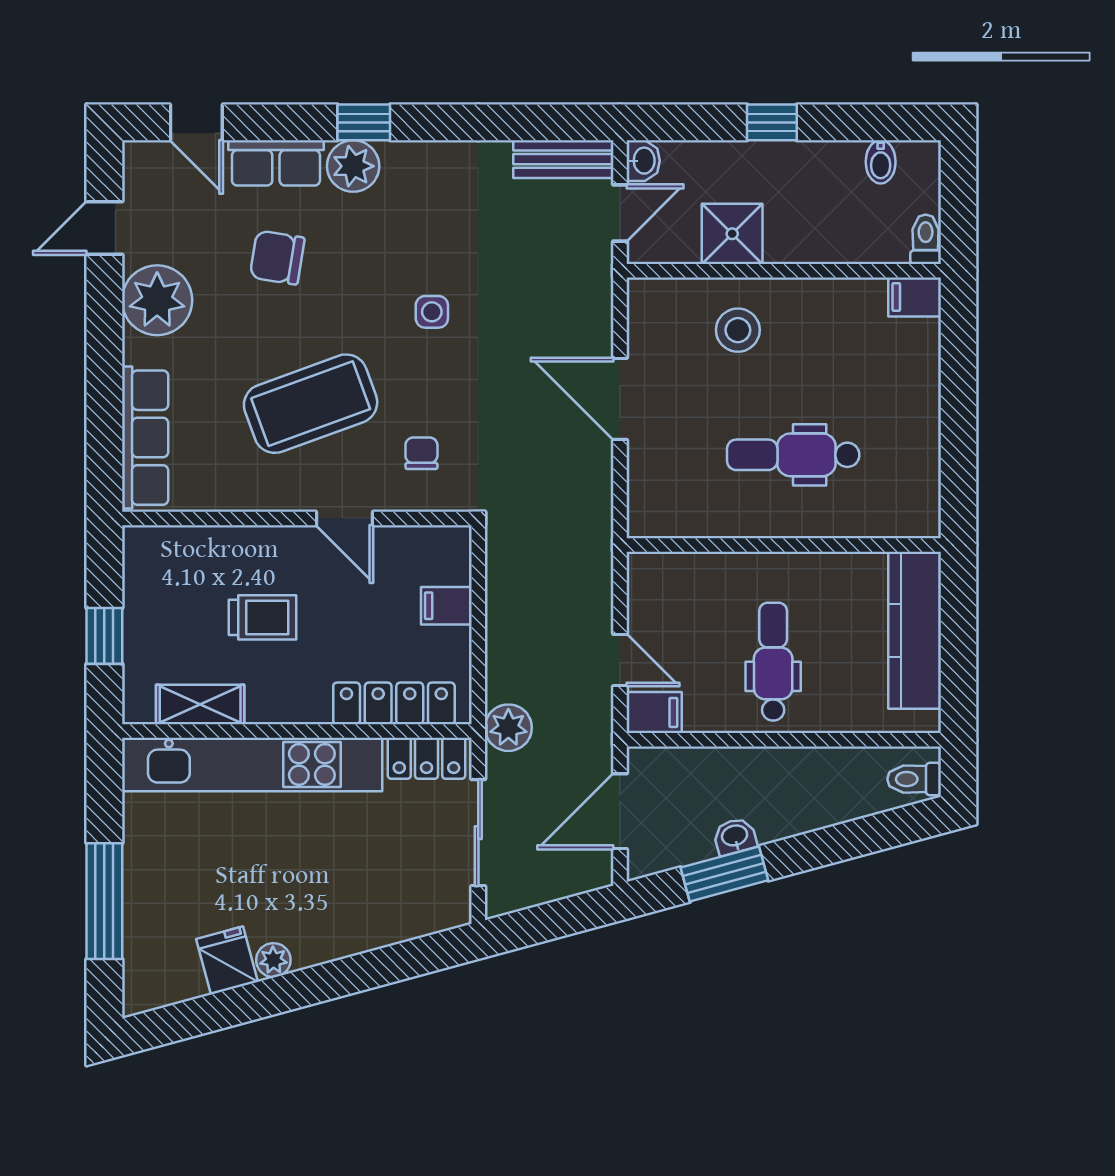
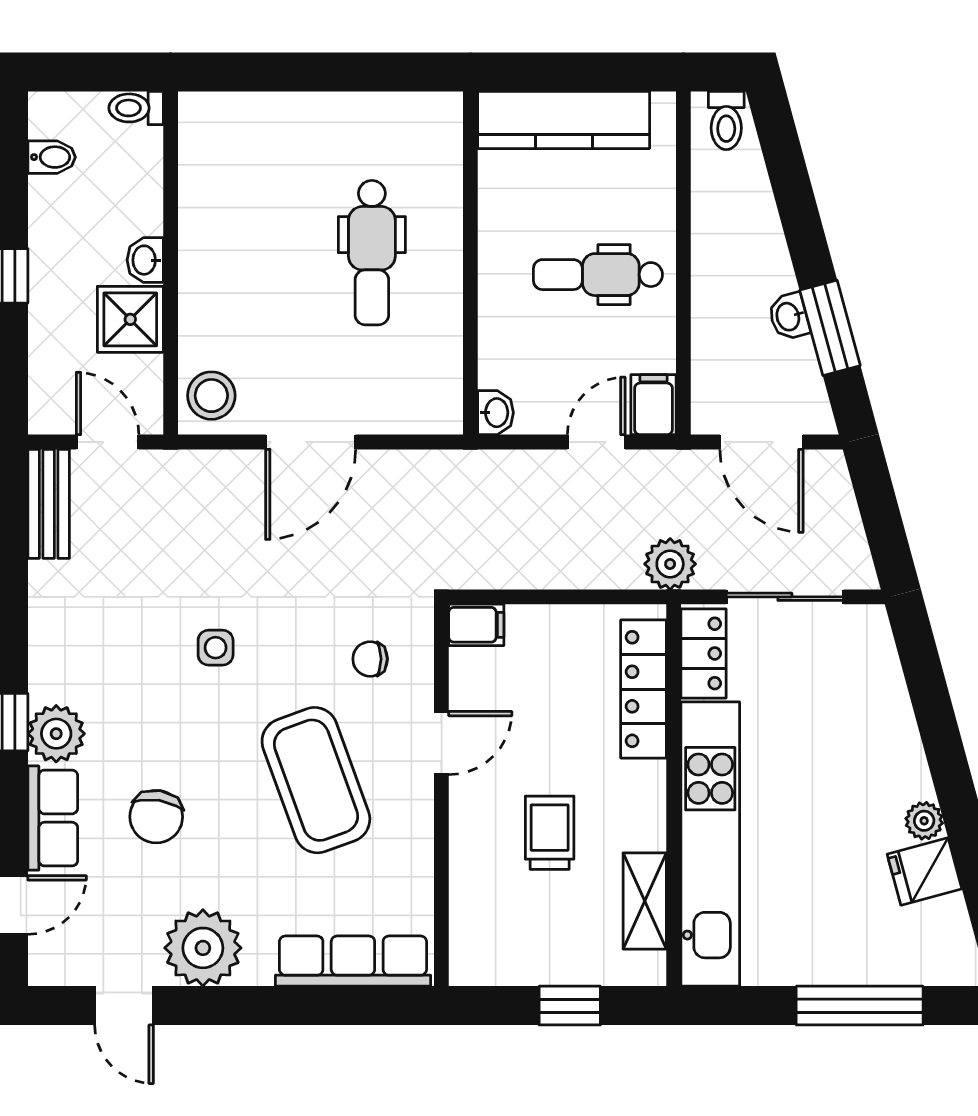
washbasin: (643, 161) -> (145, 260), moved, turned -90
filing cabinet: (915, 297) -> (199, 120), removed
stool: (738, 330) -> (211, 396), moved
washbasin: (647, 568) -> (496, 413), added
filing cabinet: (446, 606) -> (476, 625), moved, turned -90

